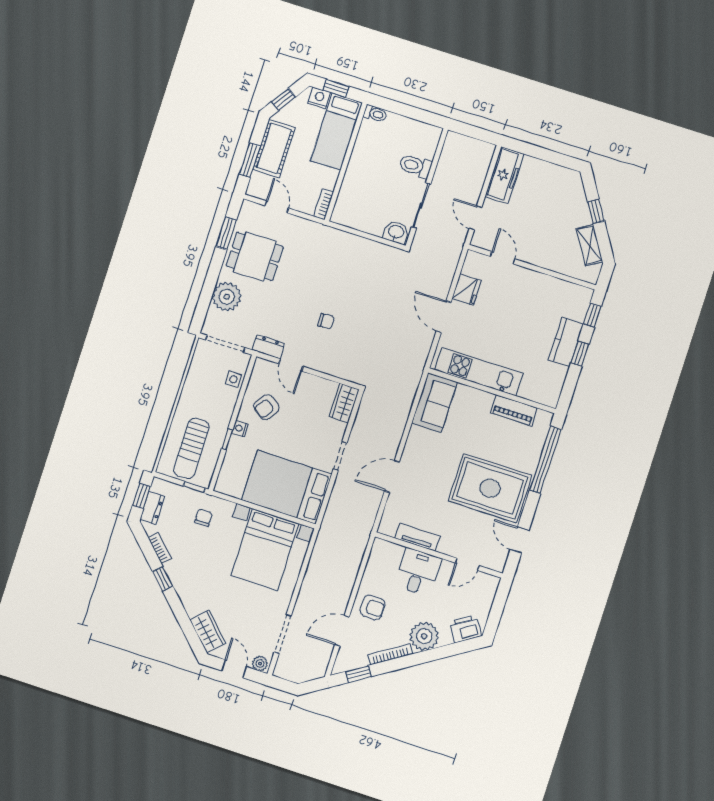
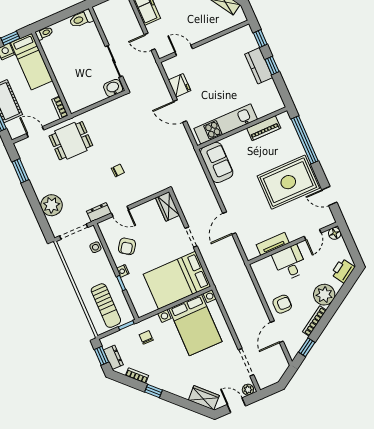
toilet: (415, 166) -> (81, 19), moved
dining table: (255, 256) -> (71, 141), moved
floor lamp: (491, 583) -> (335, 233), added

